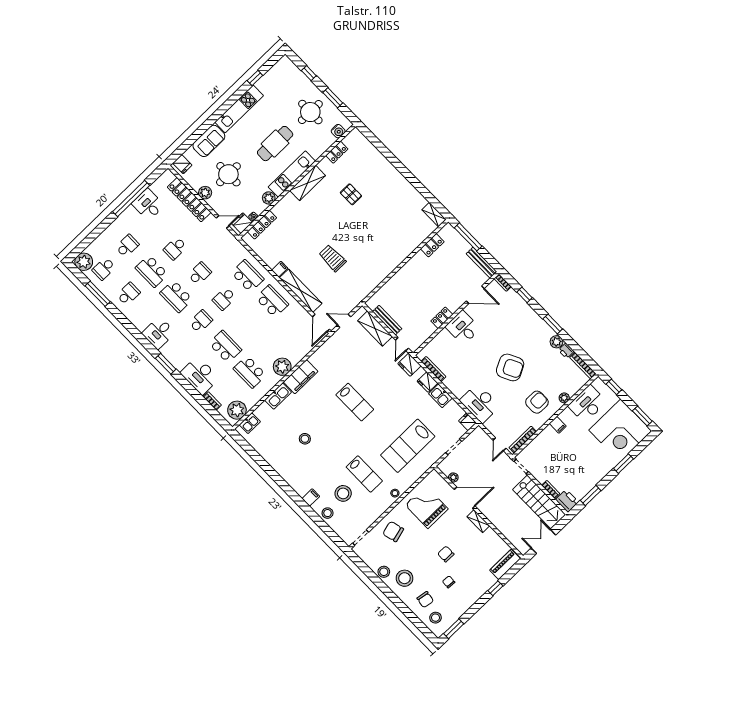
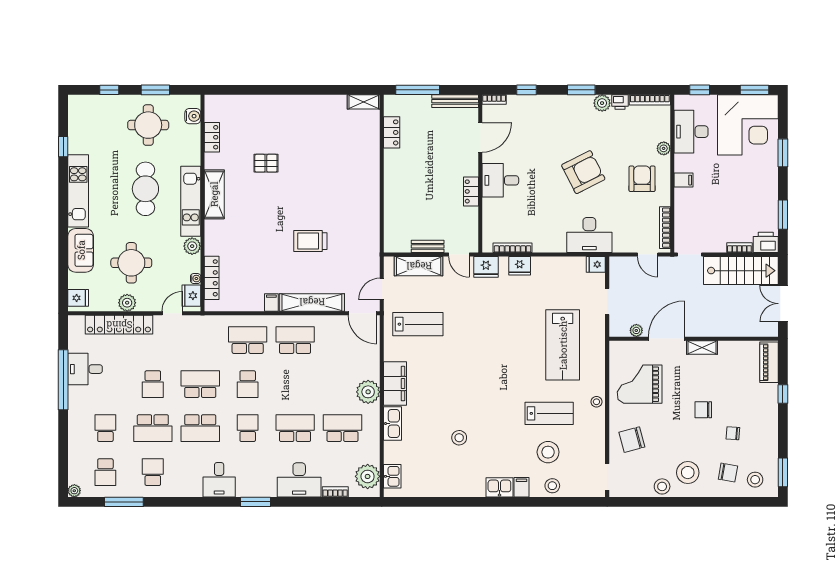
plant: (84, 262) -> (74, 491), width x0.53, depth x0.53
school desk: (200, 274) -> (200, 384), width x1.85
bench: (387, 320) -> (428, 246), width x0.73
school desk: (250, 372) -> (342, 428), turned 180
kitchen sink: (440, 396) -> (499, 487), moved, turned 180
lab bench: (355, 402) -> (418, 324), moved

